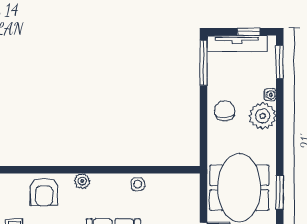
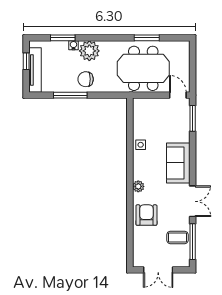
window: (280, 62) -> (63, 38), moved
window: (204, 63) -> (70, 95), moved
armchair: (44, 192) -> (146, 215), turned -90

